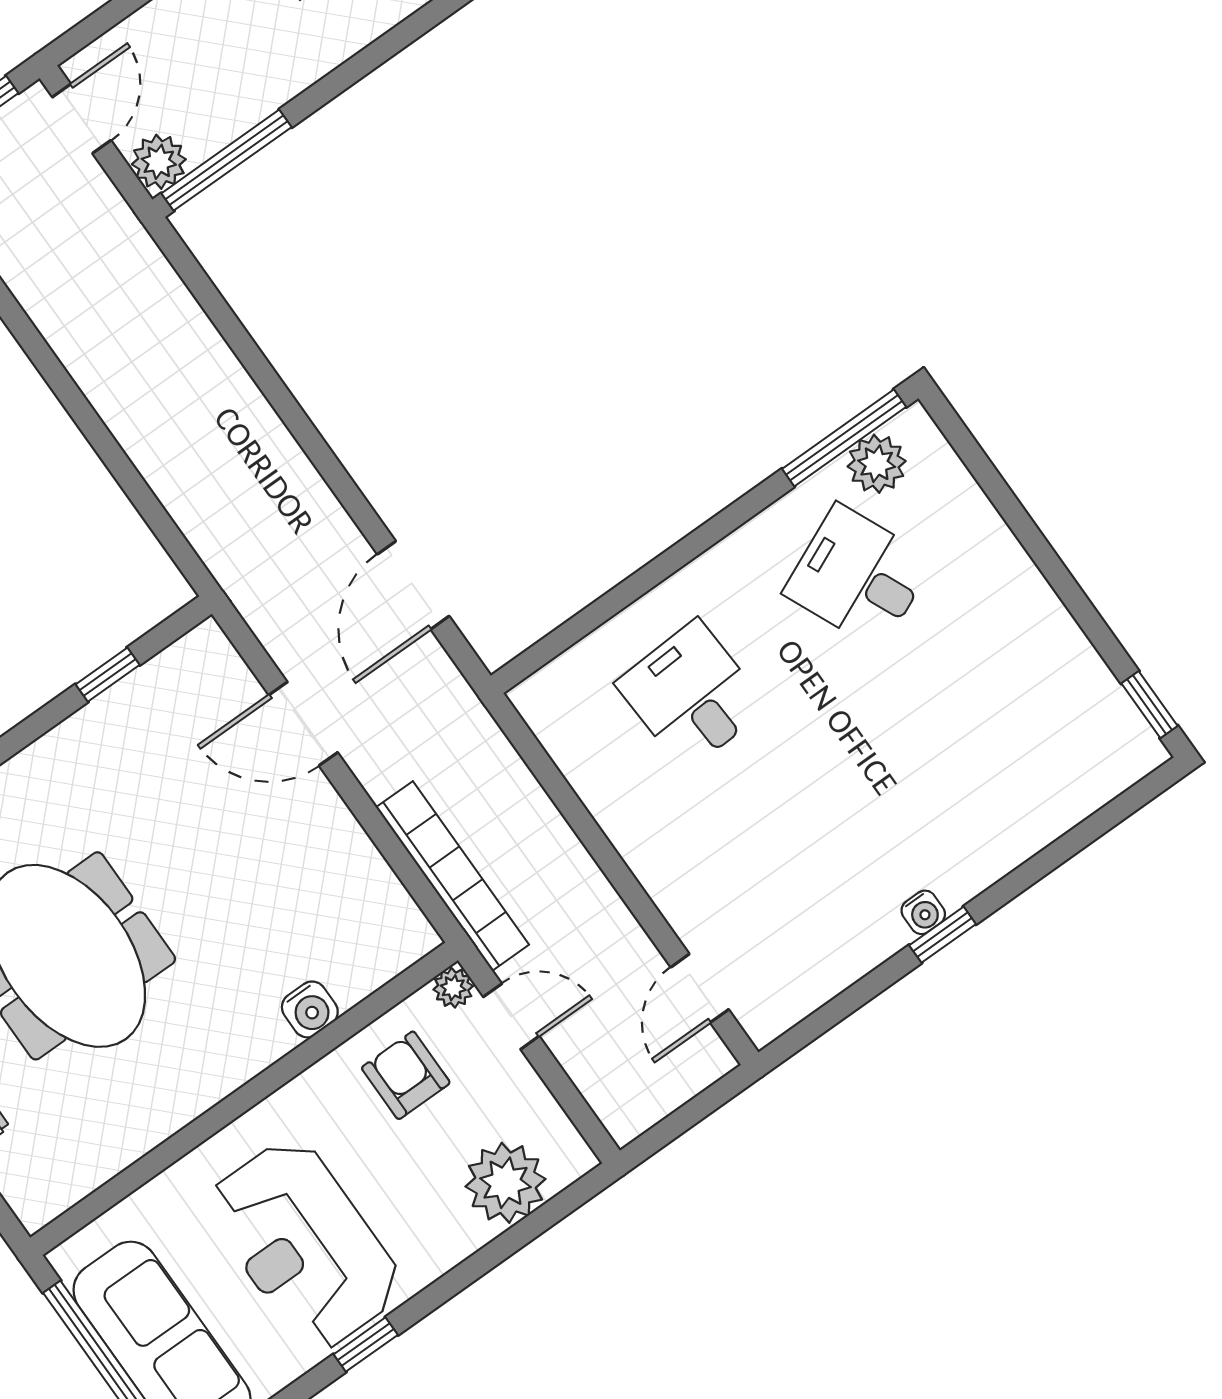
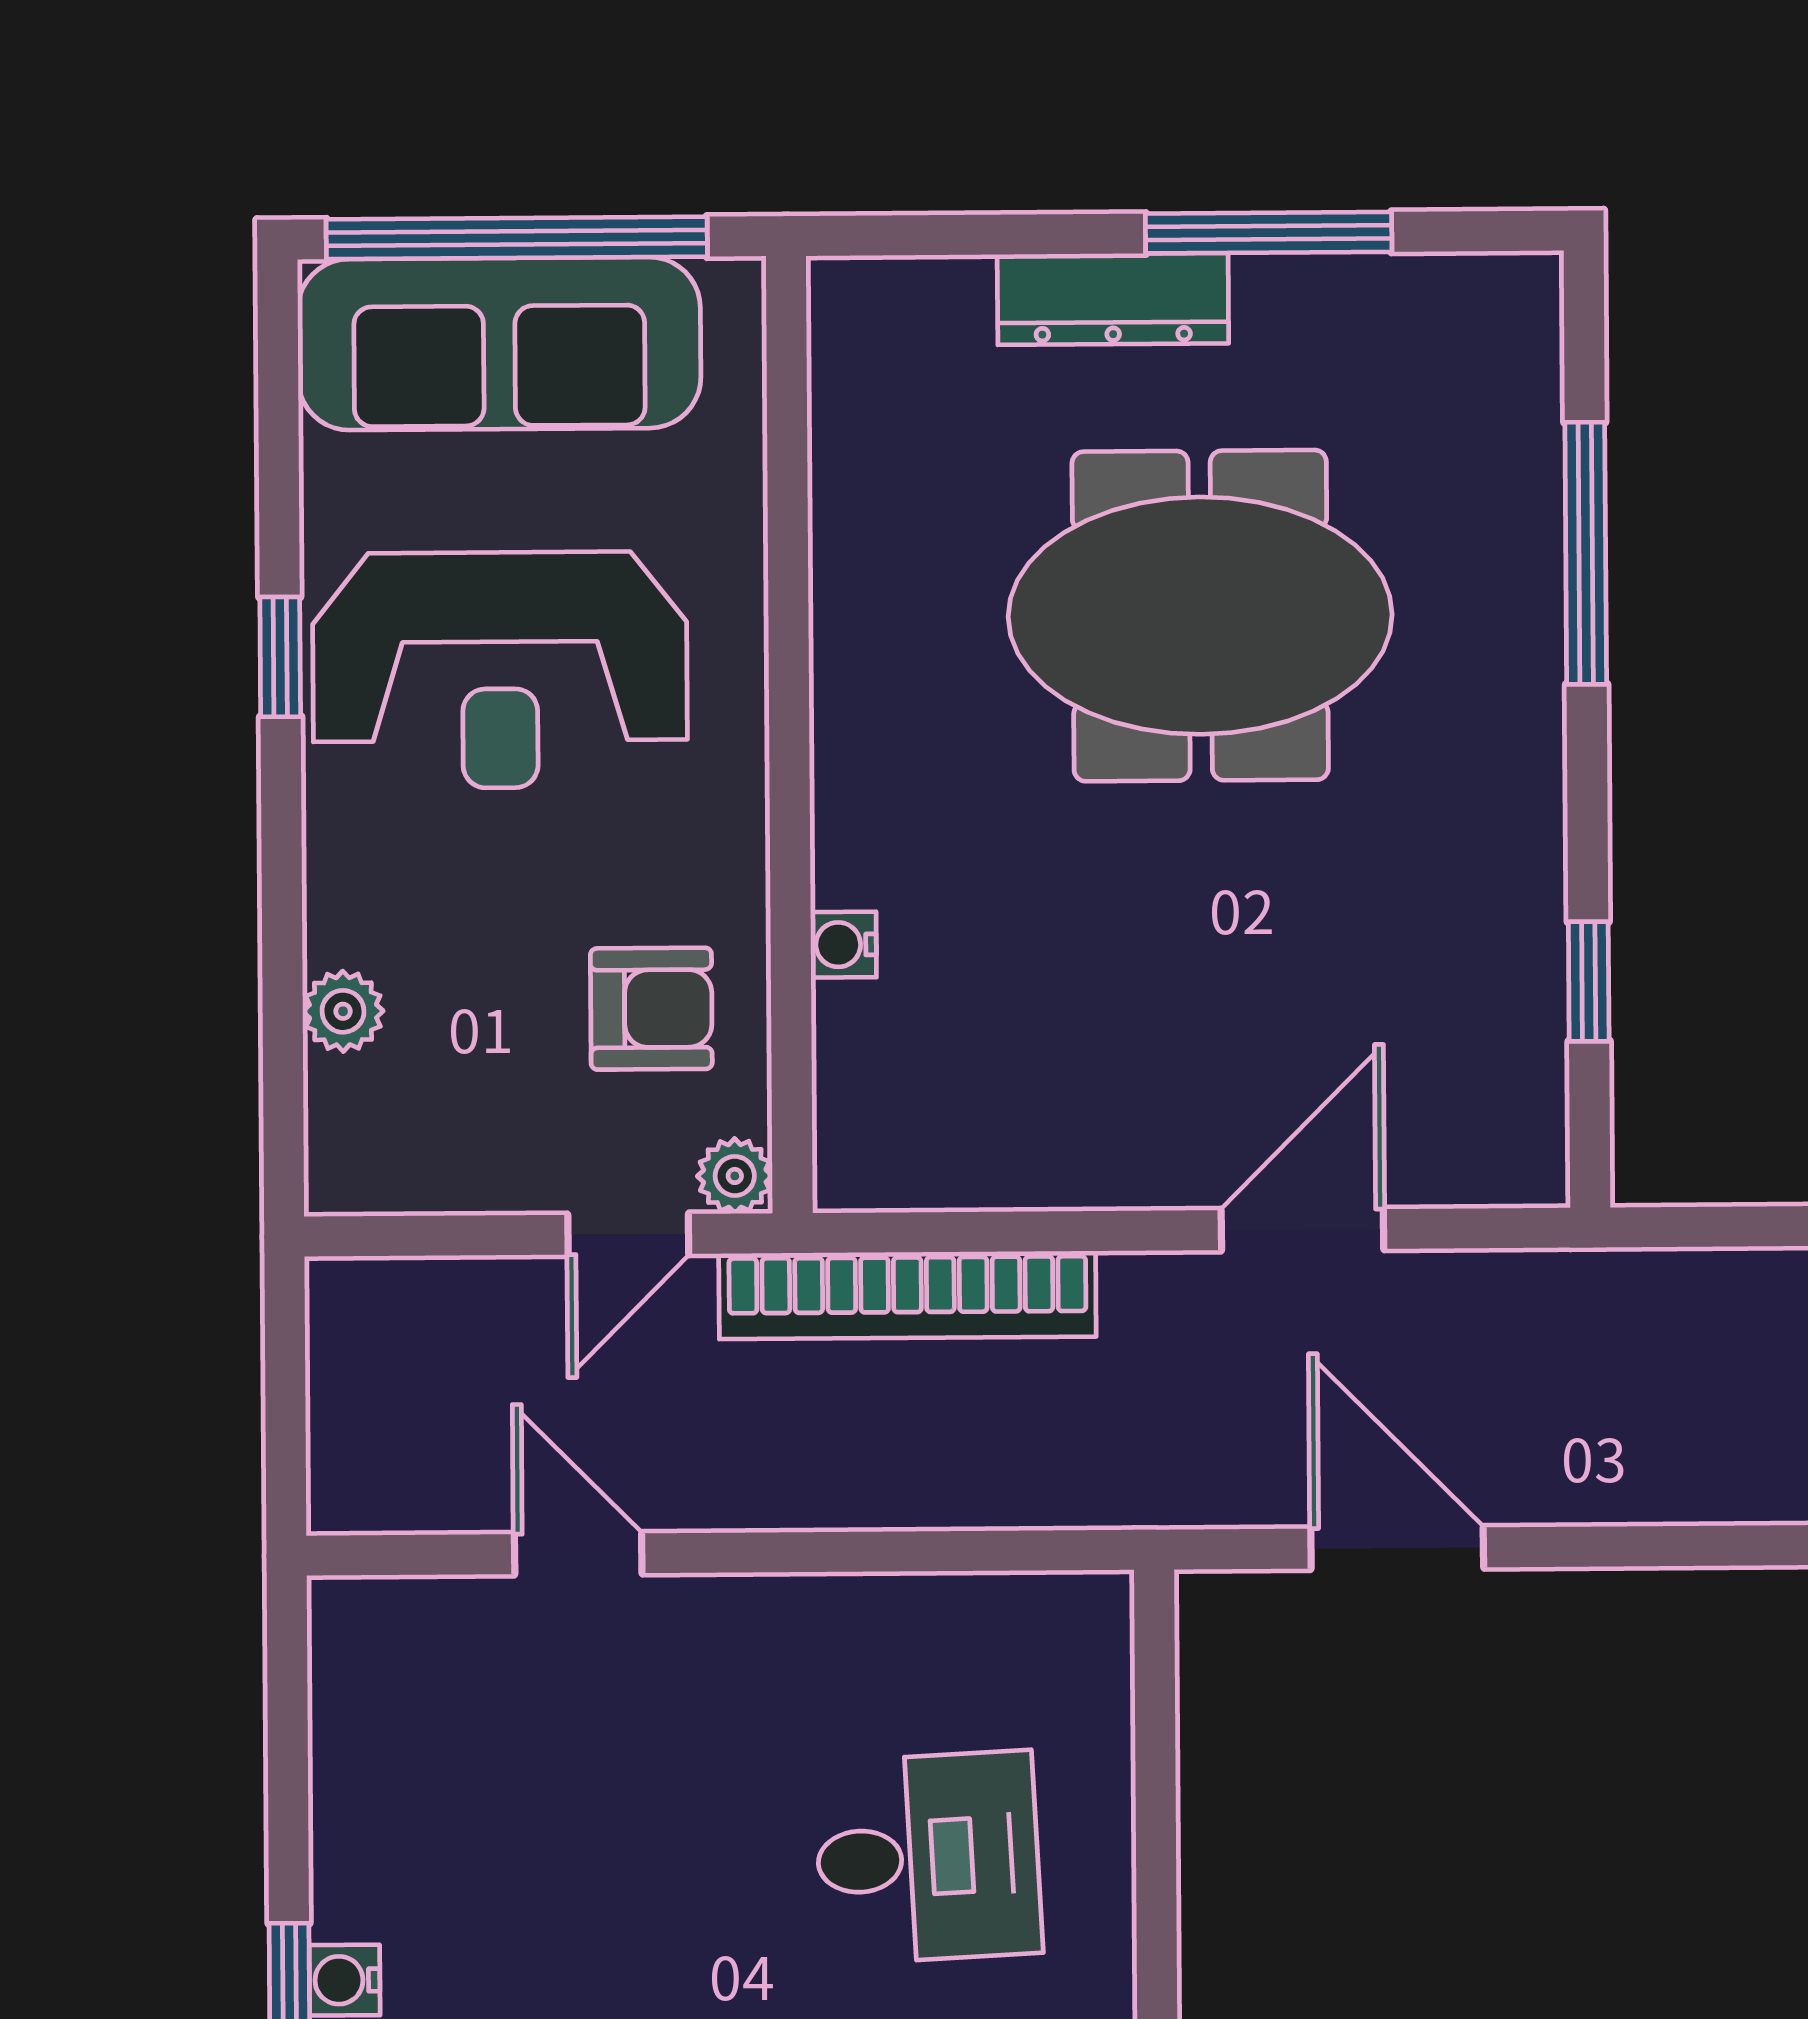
door: (700, 988) -> (578, 1554), moved
water cooler: (310, 1009) -> (843, 945), width x0.72, depth x0.72
plant: (505, 1183) -> (343, 1011), width x0.53, depth x0.53
reception desk: (304, 1245) -> (500, 670), turned 180

